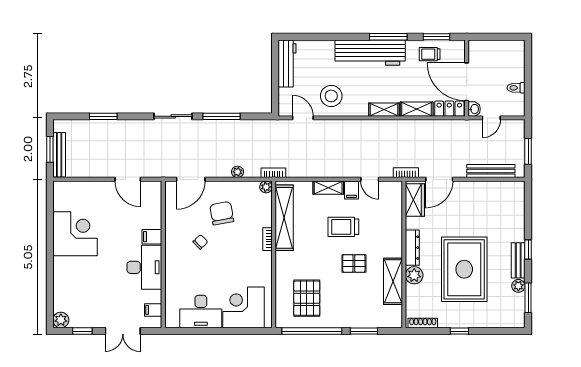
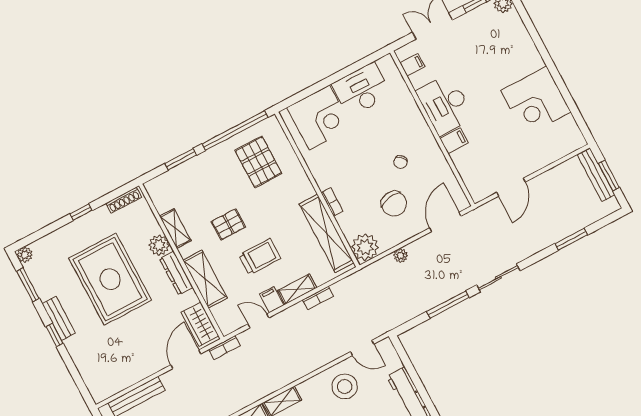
bookcase: (273, 173) -> (318, 298), moved
door: (128, 179) -> (511, 187), swing flipped
plant: (266, 187) -> (365, 247), width x1.88, depth x1.88
shelving: (393, 232) -> (205, 279), added
shelving: (393, 281) -> (175, 229), width x0.67, depth x0.75
plant: (518, 286) -> (25, 255), moved

